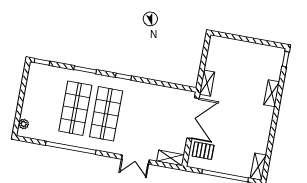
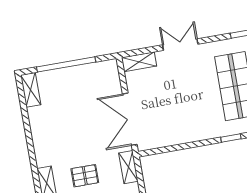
pallet: (203, 151) -> (85, 176), moved

